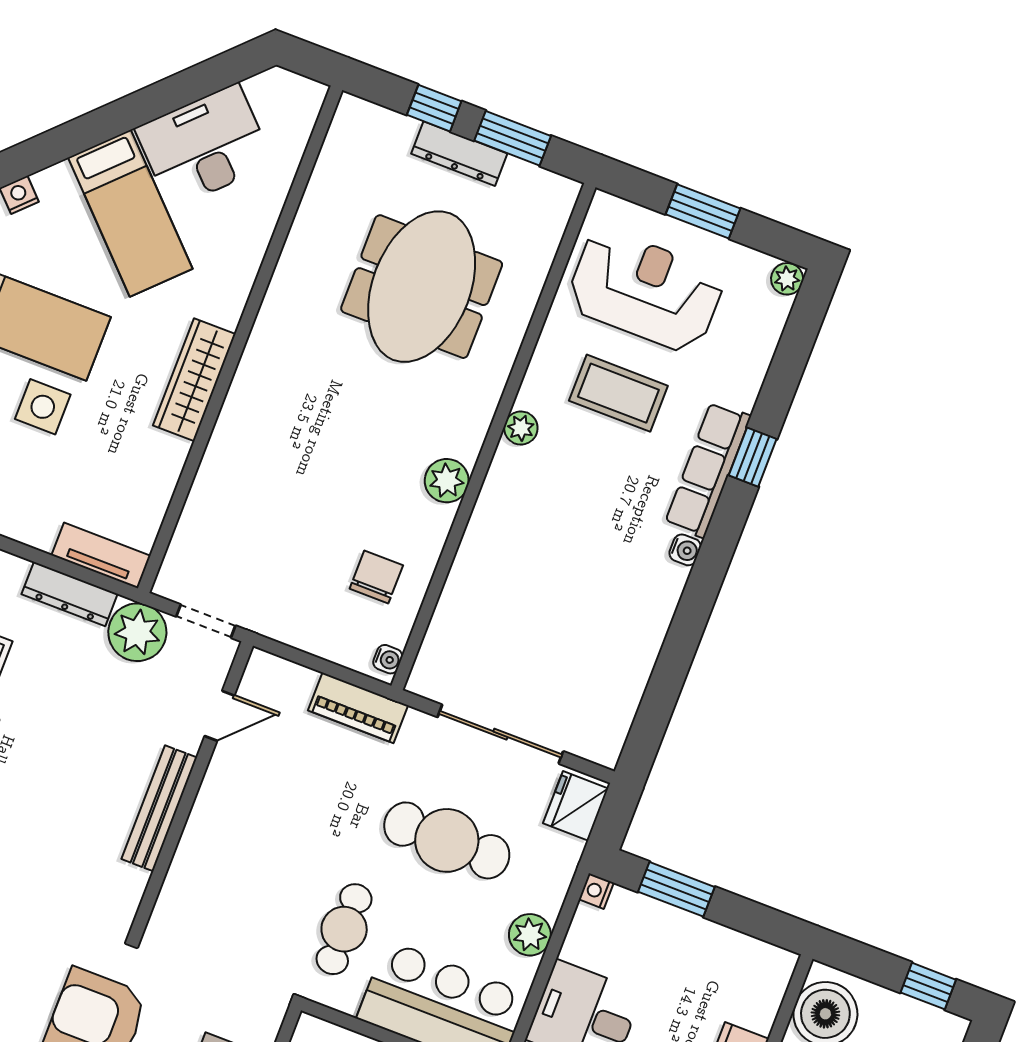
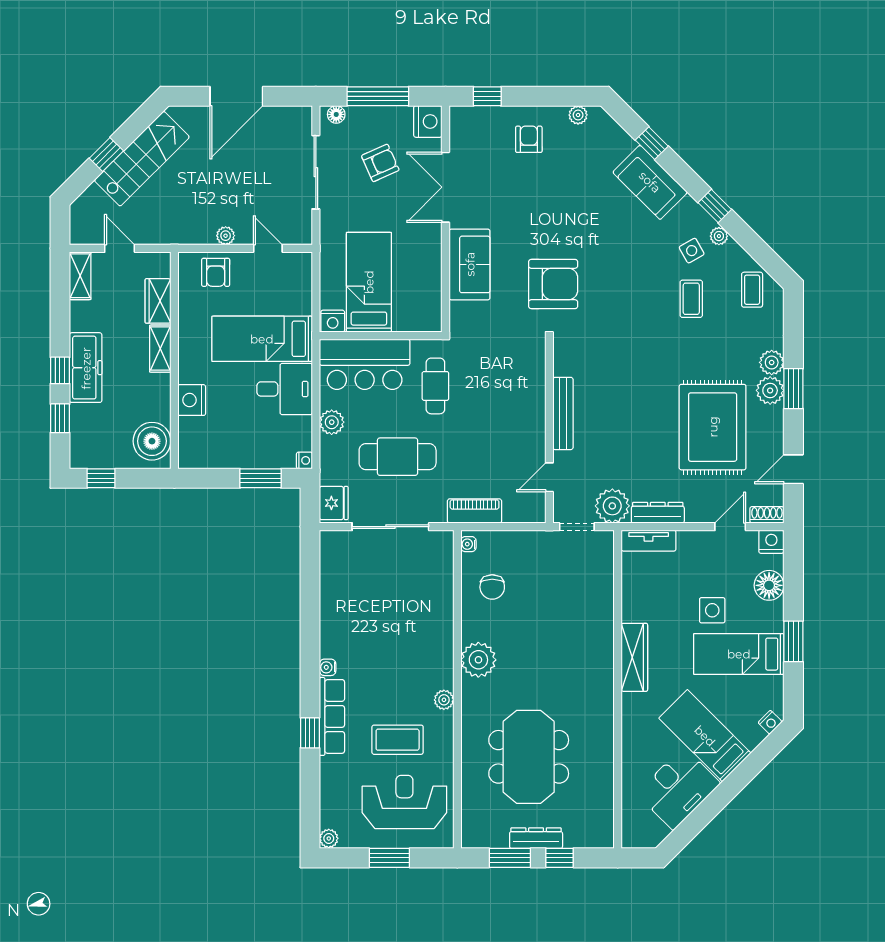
reception desk: (645, 291) -> (404, 802), turned 180
plant: (447, 481) -> (478, 660), width x1.36, depth x1.36

